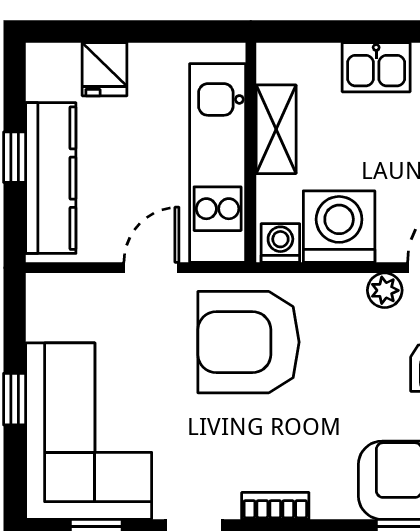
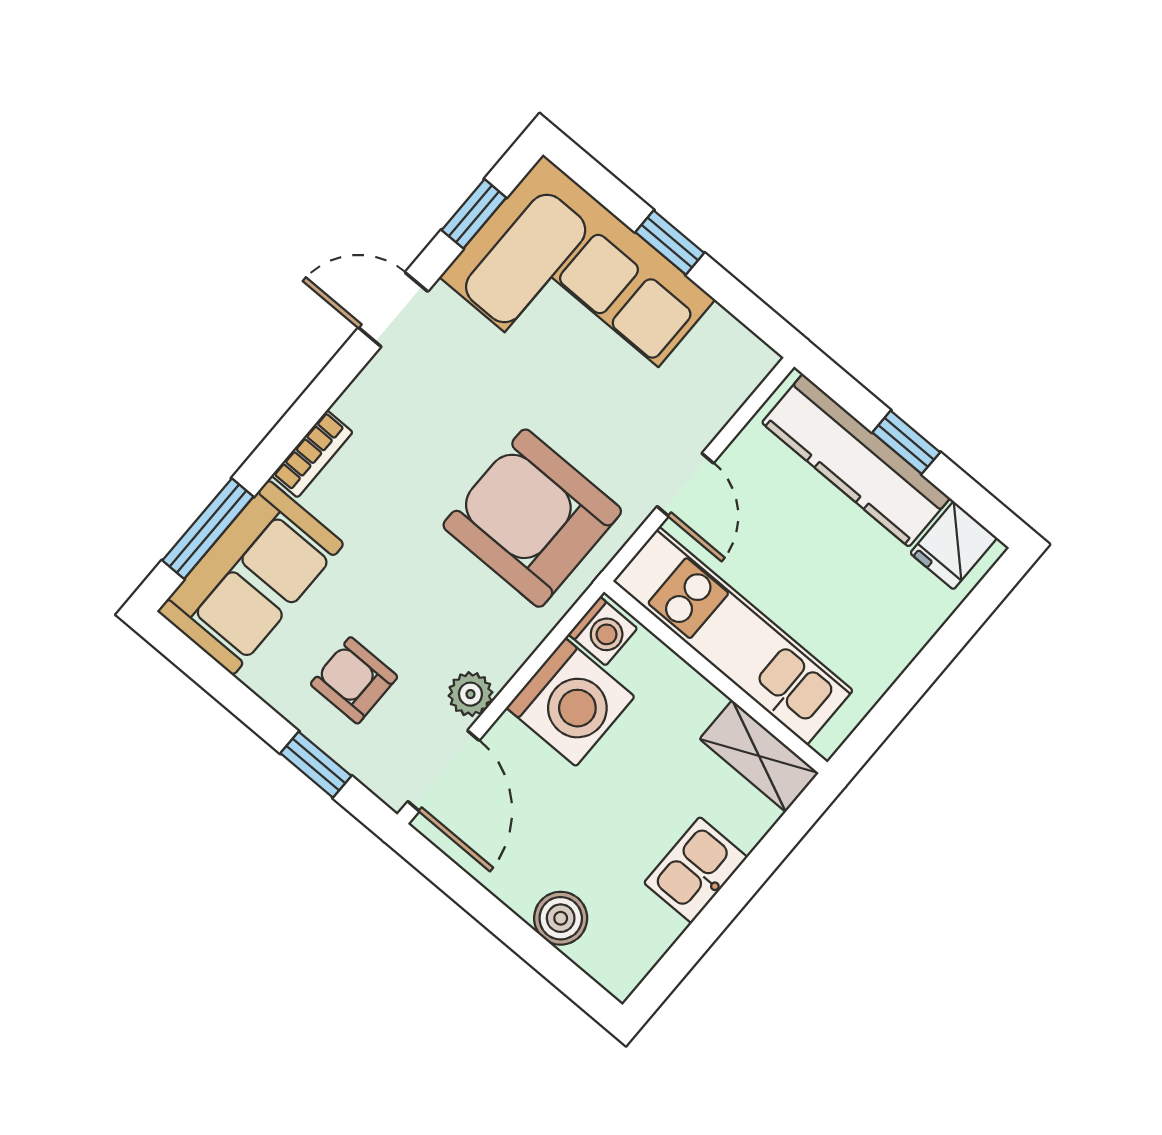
fridge: (105, 69) -> (954, 546), moved, turned -90
shelving: (276, 129) -> (759, 756), moved
armchair: (249, 342) -> (532, 518), turned -90
bookcase: (275, 506) -> (312, 454), moved

